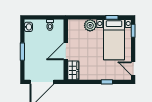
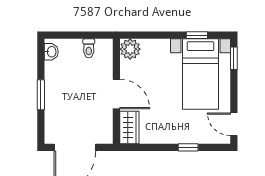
plant: (90, 25) -> (130, 49), moved
door: (66, 51) -> (116, 94), swing flipped

